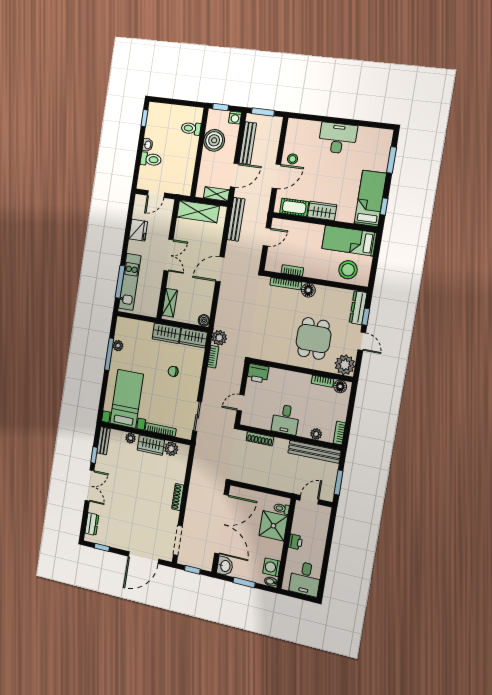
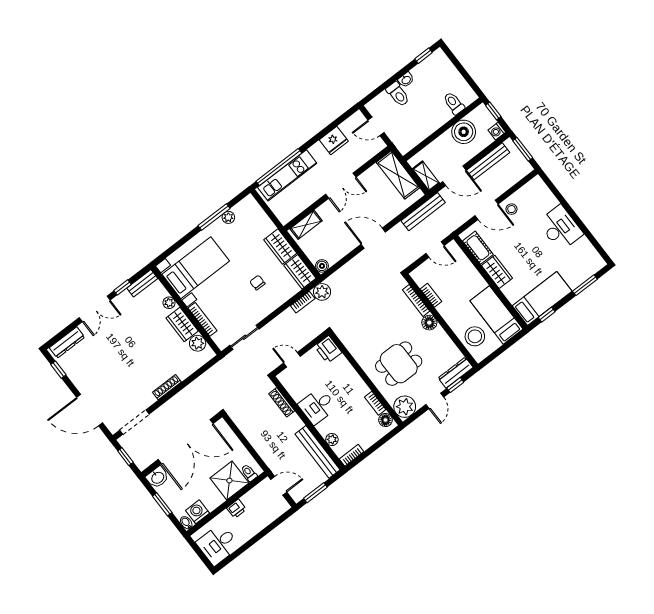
window: (120, 282) -> (279, 167), width x1.46
dresser: (92, 524) -> (67, 342), width x1.44

